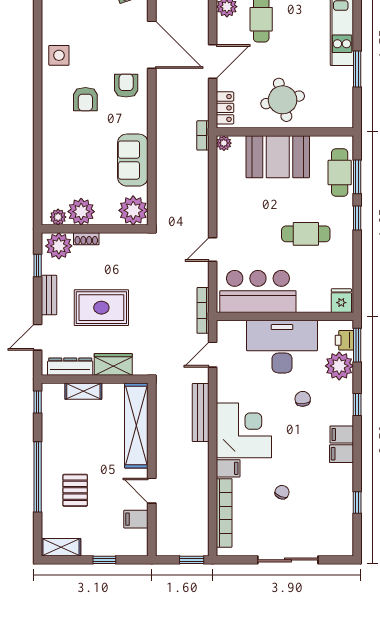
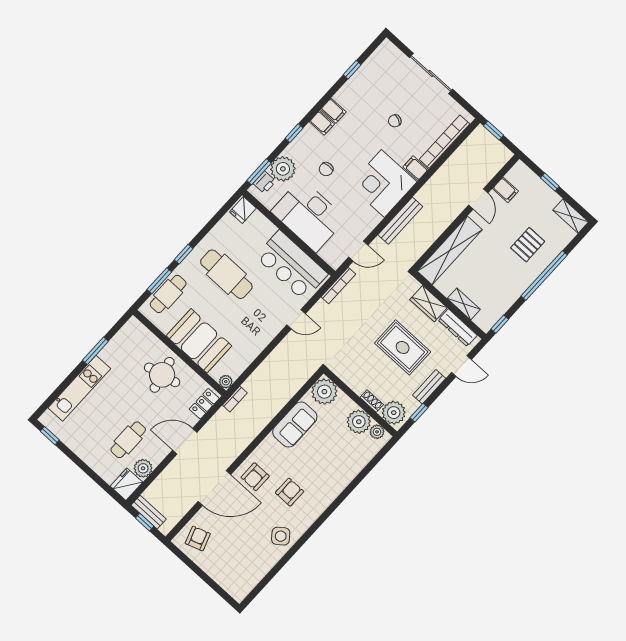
door: (152, 45) -> (214, 488), swing flipped
side table: (59, 55) -> (281, 536), turned -38
cafe table: (306, 234) -> (226, 274), width x1.37, depth x1.35

